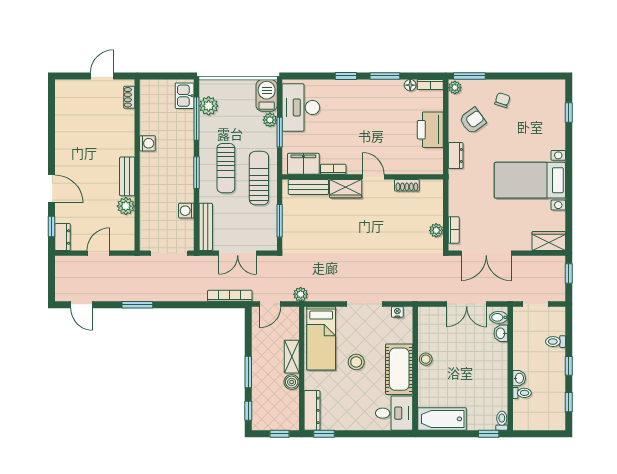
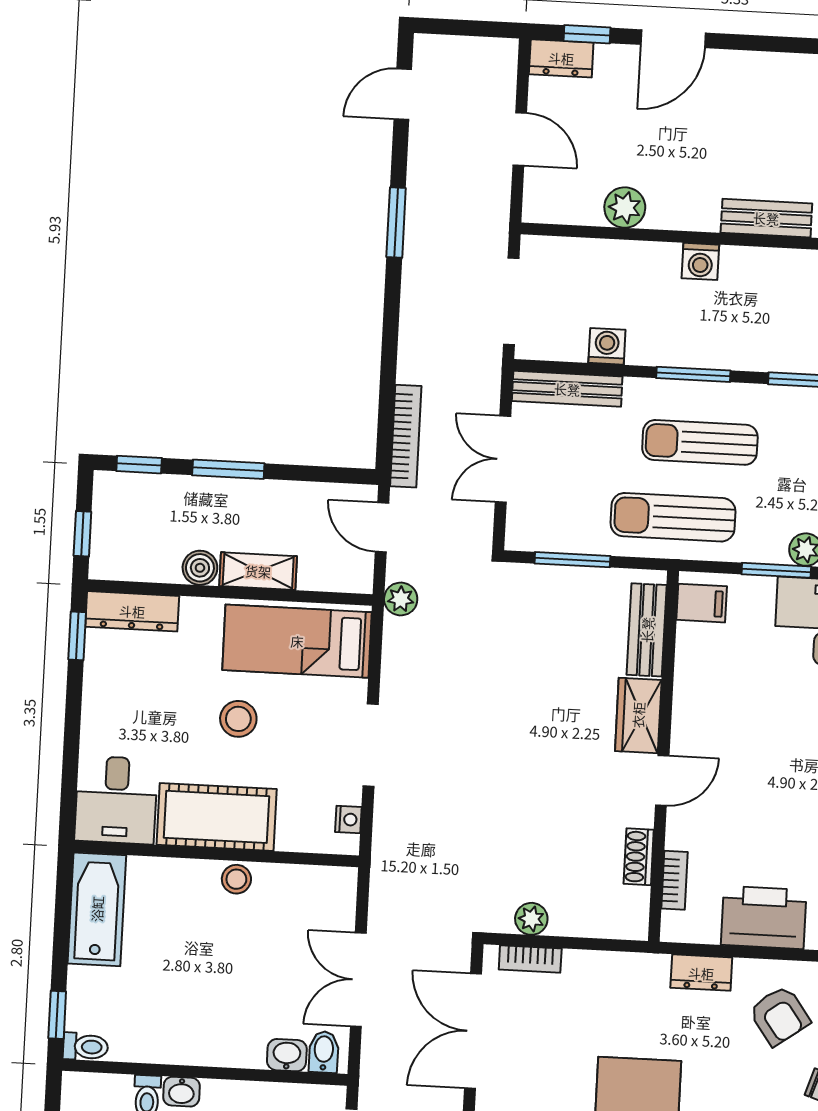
washing machine: (147, 143) -> (700, 261), moved
filing cabinet: (303, 164) -> (702, 603), width x0.50
bookcase: (333, 169) -> (674, 880), moved
bench: (127, 176) -> (766, 218), moved
sun lounger: (259, 178) -> (673, 517), turned 180

